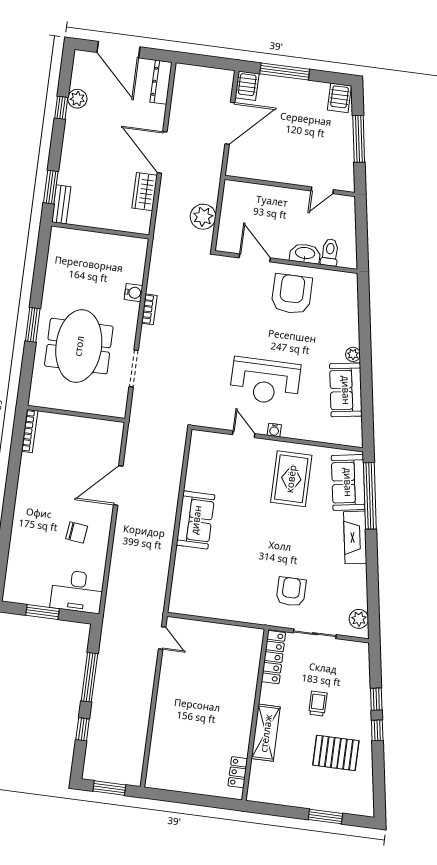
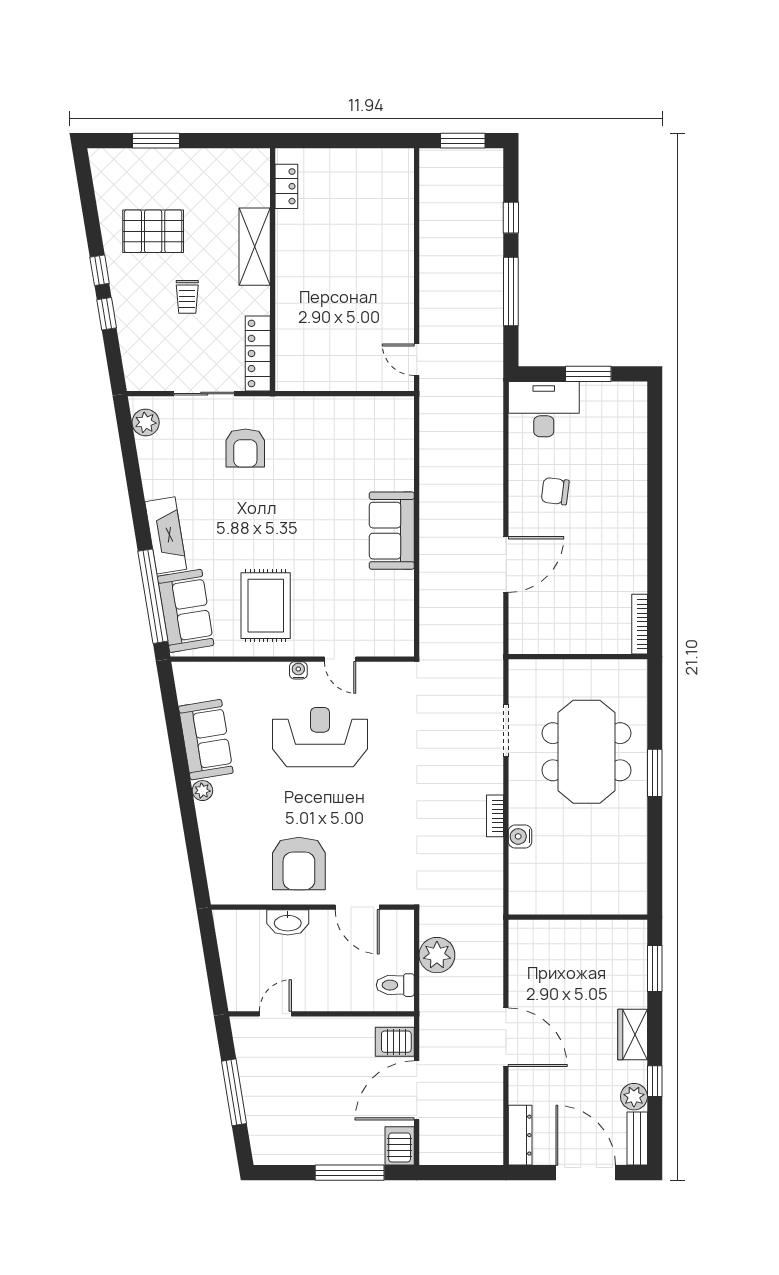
server rack: (339, 98) -> (395, 1042), moved, turned -90
wardrobe: (145, 192) -> (633, 1035), moved, turned 180
bench: (61, 204) -> (637, 1139), moved
toilet: (330, 252) -> (395, 985), moved, turned 90

